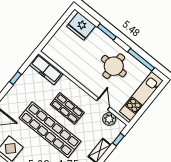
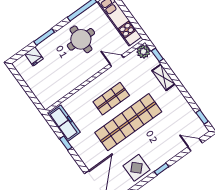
fridge: (81, 26) -> (34, 56), width x0.53, depth x0.75
freezer: (46, 69) -> (64, 123), moved, turned -90
plant: (109, 119) -> (143, 52), moved

